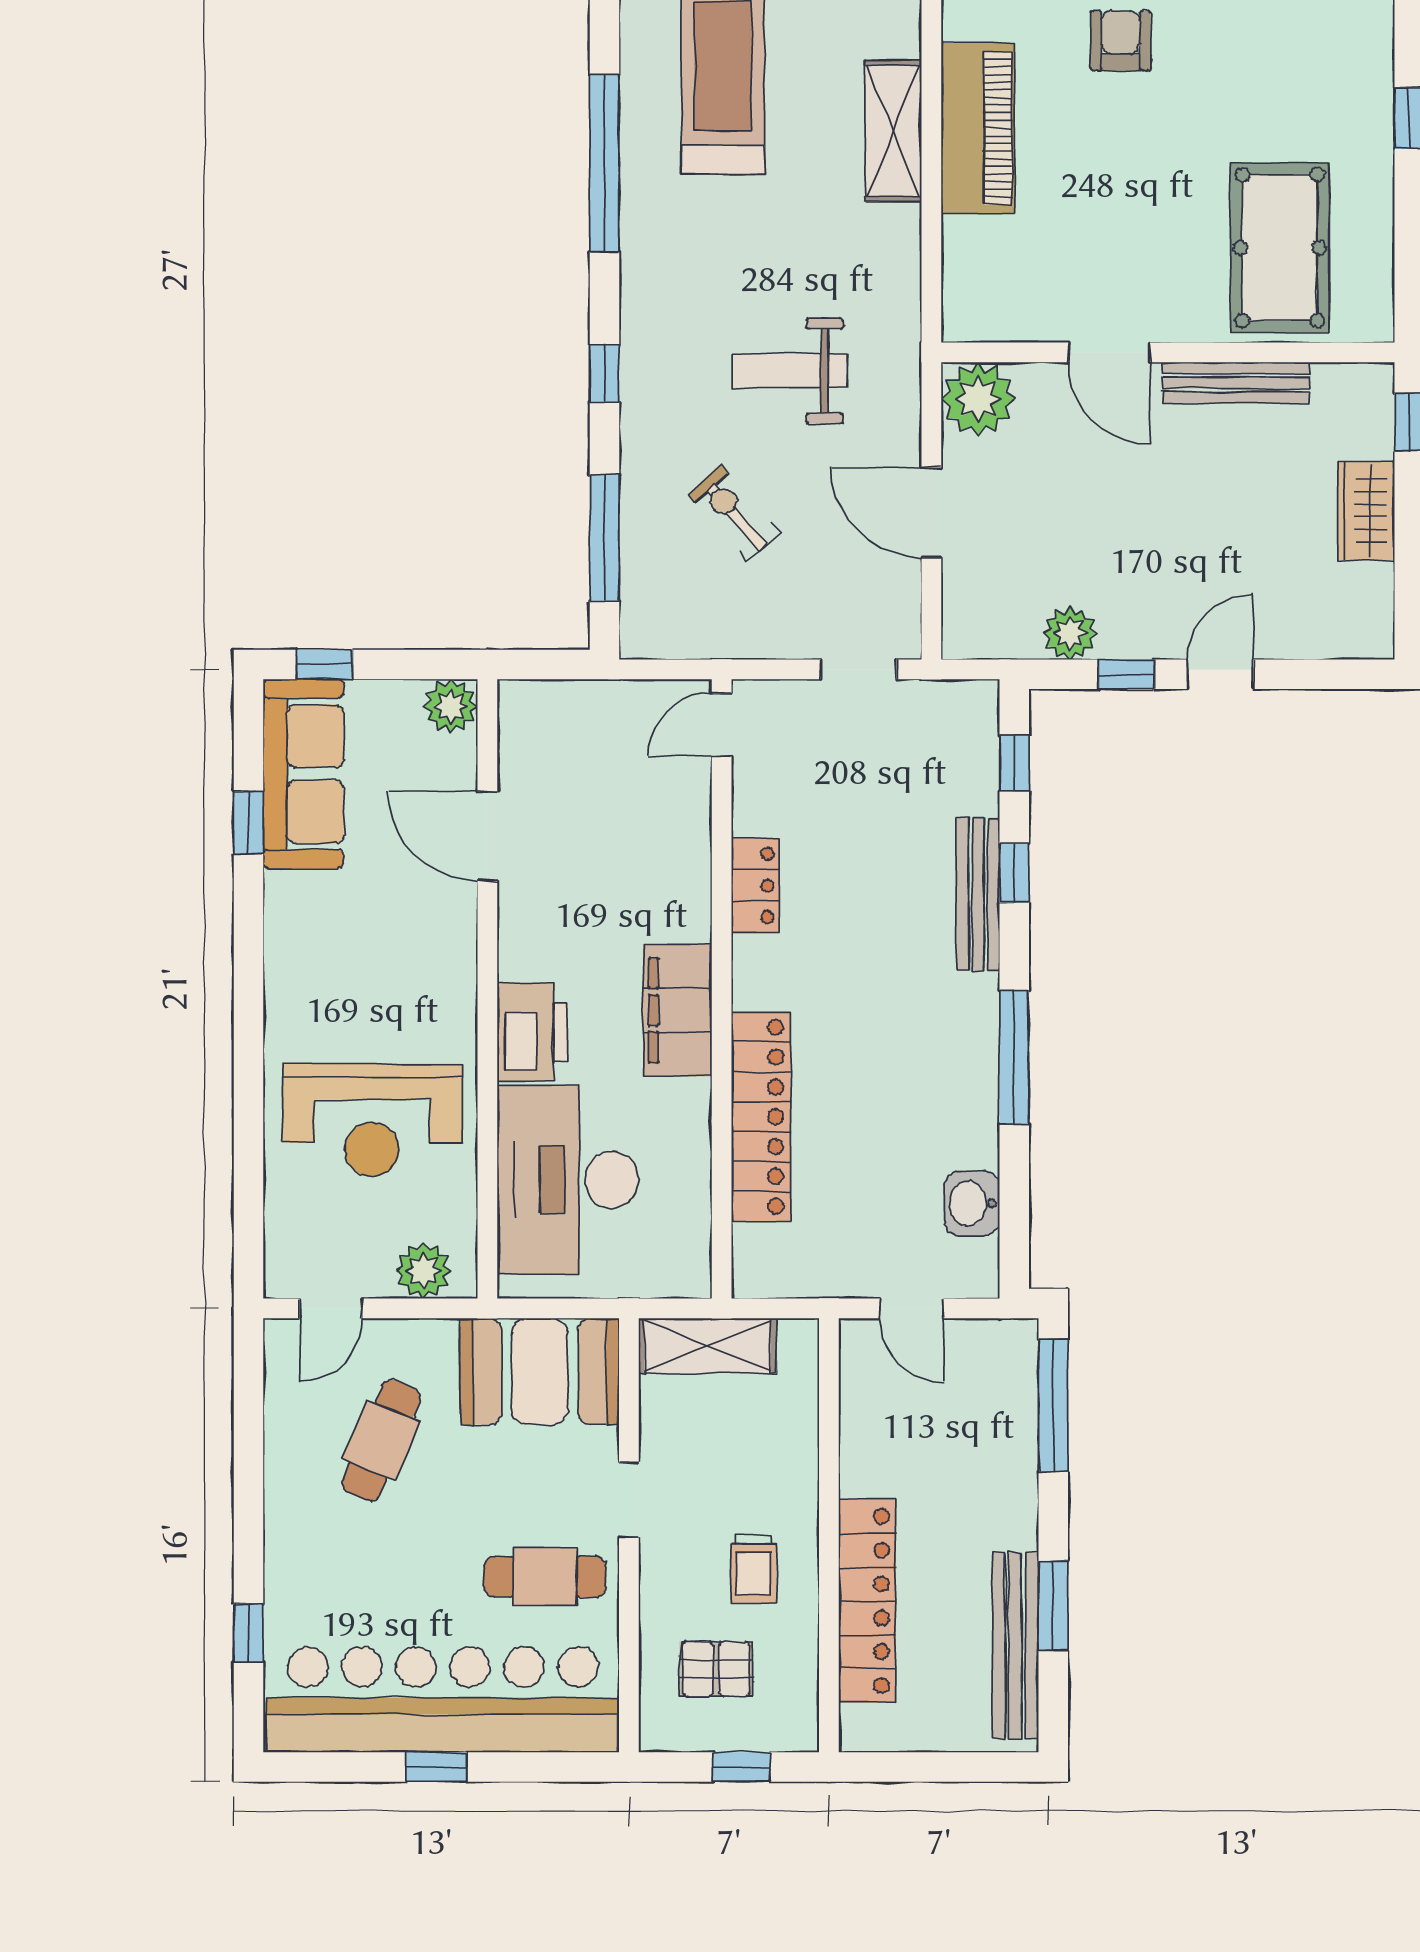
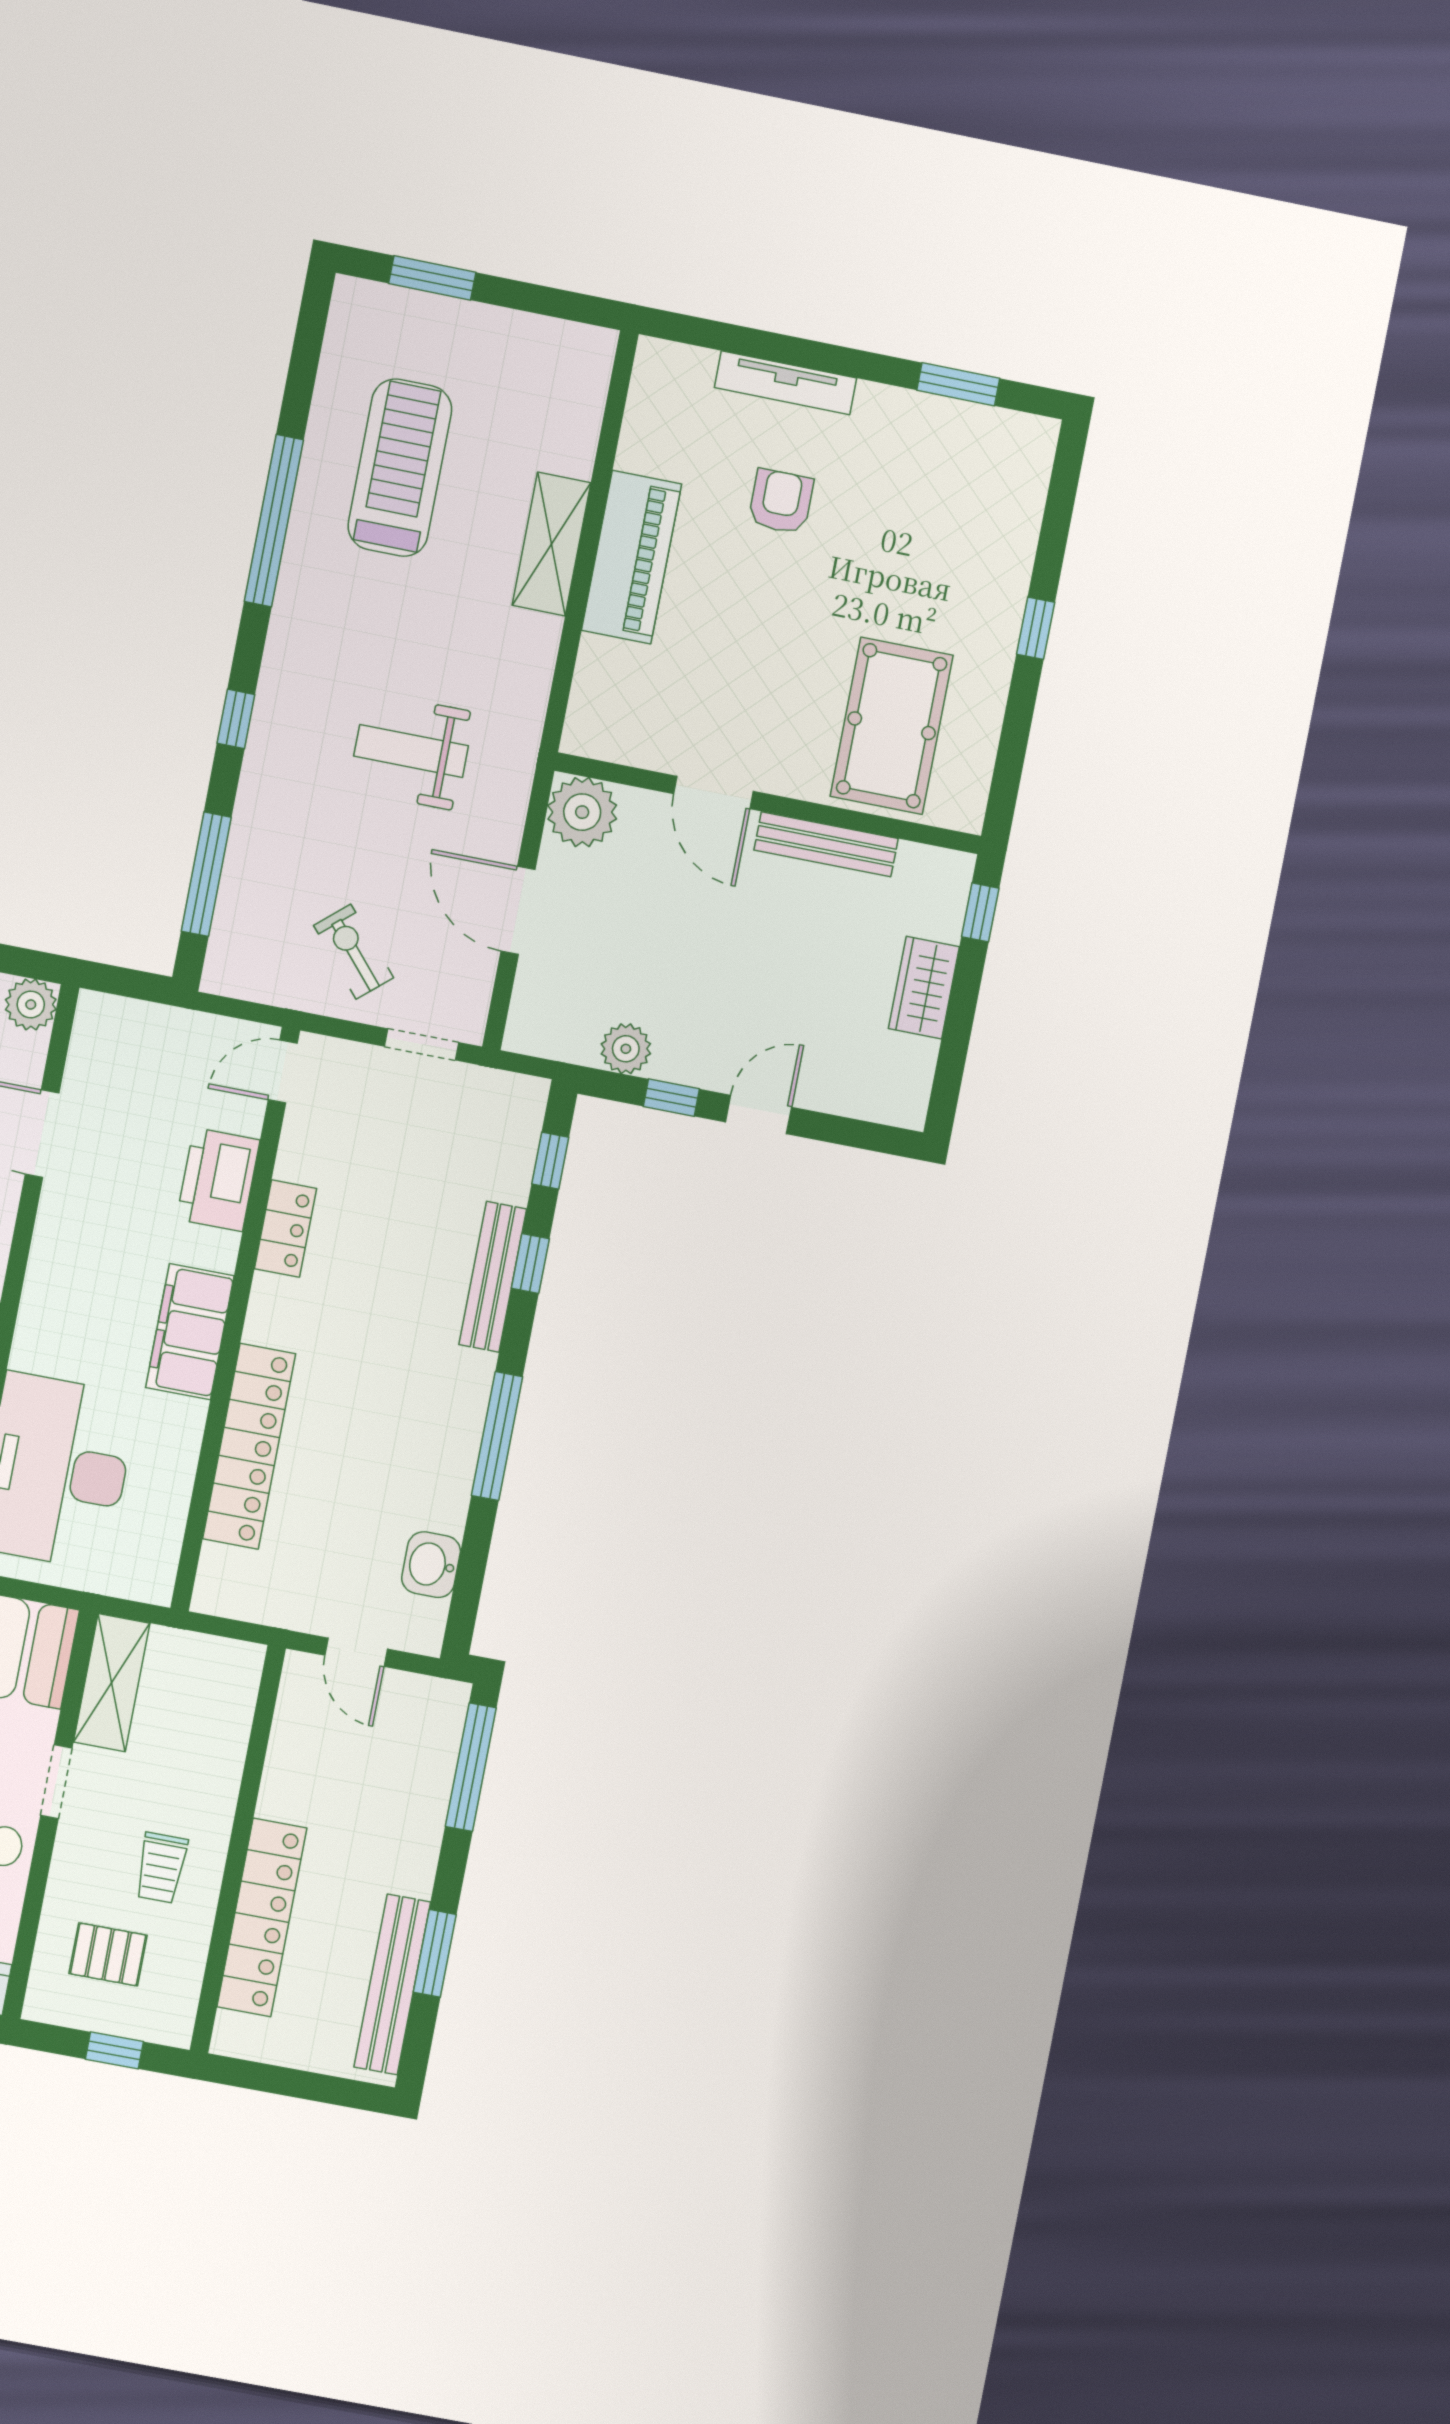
exercise bike: (734, 514) -> (353, 952), moved
printer: (532, 1032) -> (218, 1180), moved, turned 180
shelving: (707, 1346) -> (112, 1683), moved, turned 90

